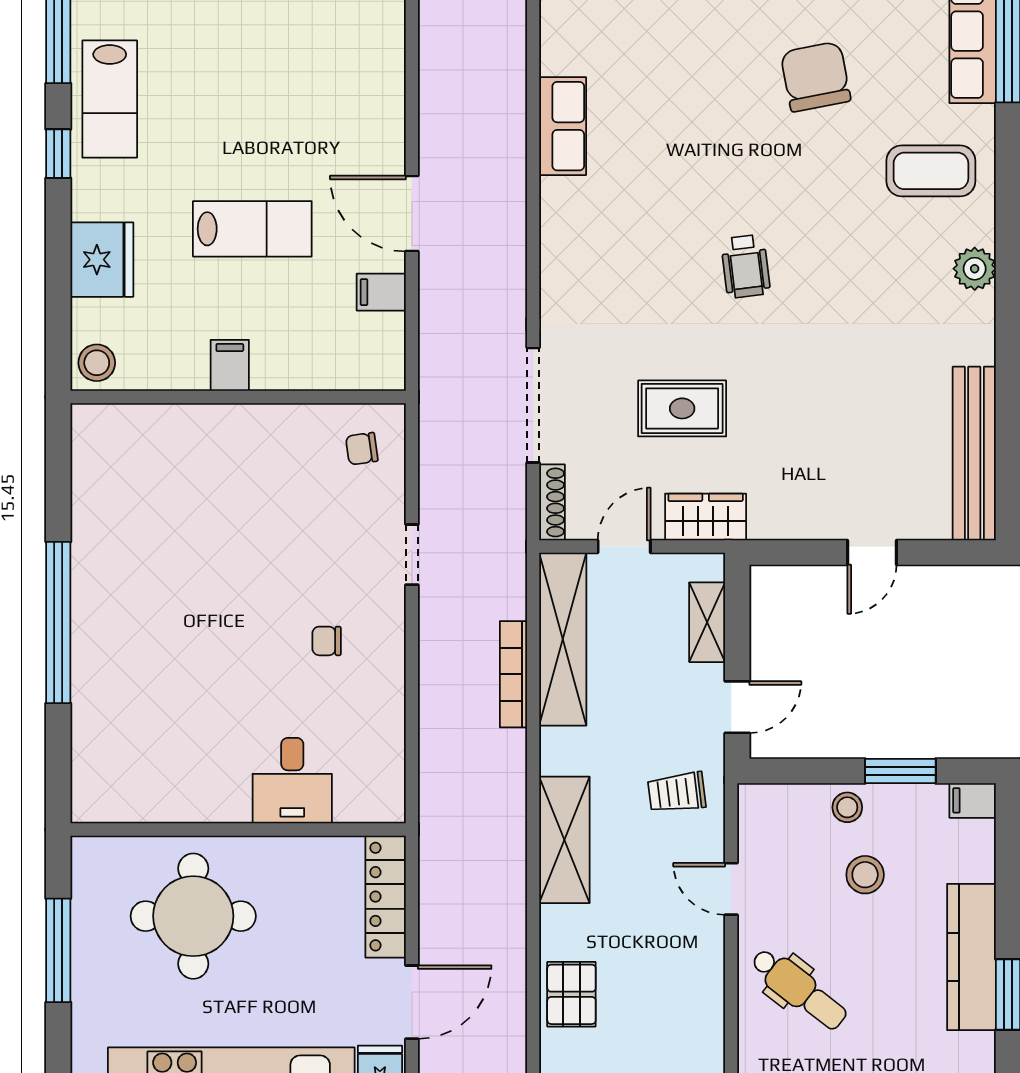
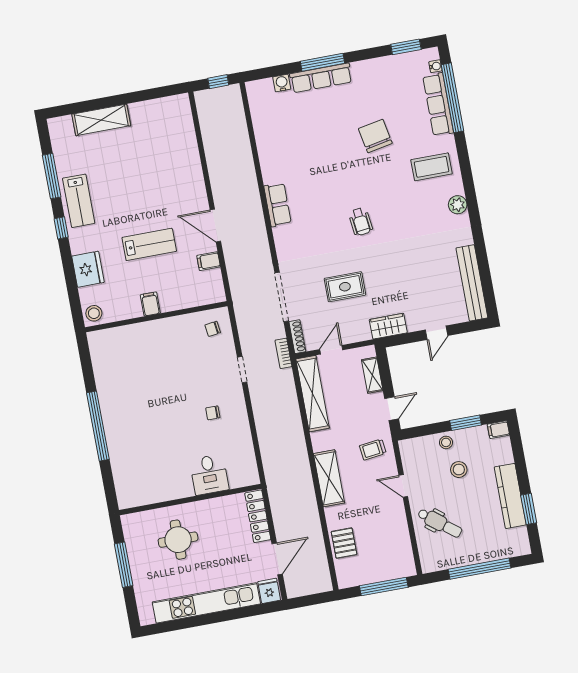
row of seats: (563, 126) -> (277, 205), moved
wardrobe: (706, 517) -> (388, 326), moved
bookcase: (513, 674) -> (283, 353), moved, width x0.64
round table: (193, 916) -> (178, 540), width x0.73, depth x0.73

